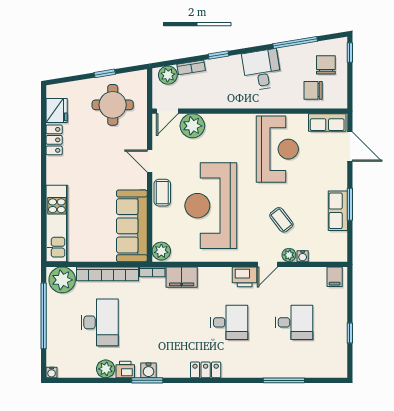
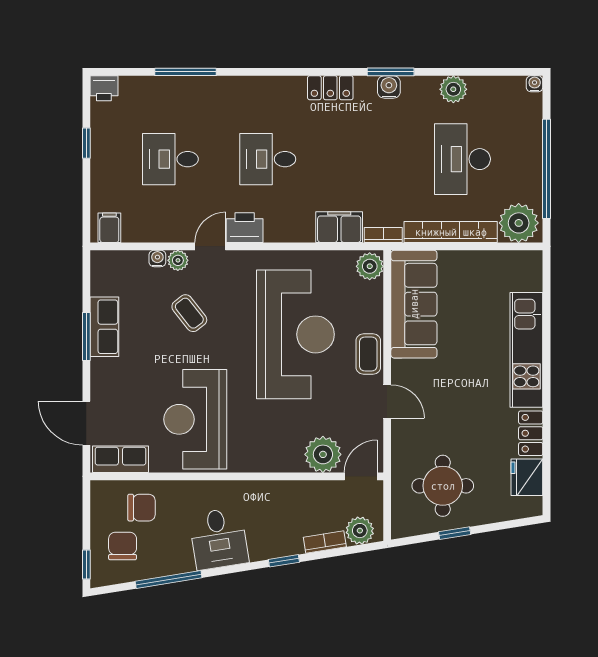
chair: (326, 65) -> (123, 546), turned 180
kitchen unit: (57, 223) -> (526, 350), moved
printer: (125, 370) -> (104, 88), moved
locker: (206, 370) -> (330, 88), moved

